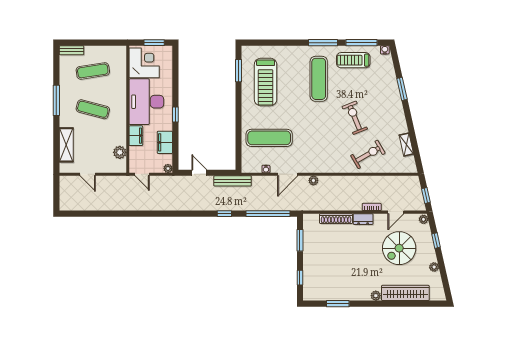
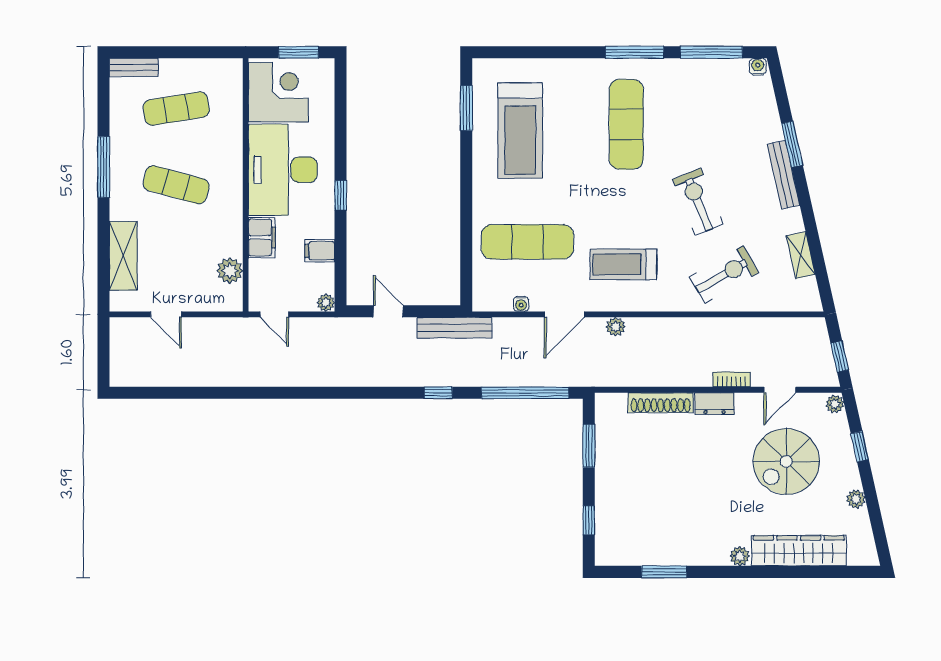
treadmill: (353, 60) -> (623, 264), moved
bench: (398, 104) -> (783, 175), added
filing cabinet: (165, 142) -> (320, 251), width x0.50

